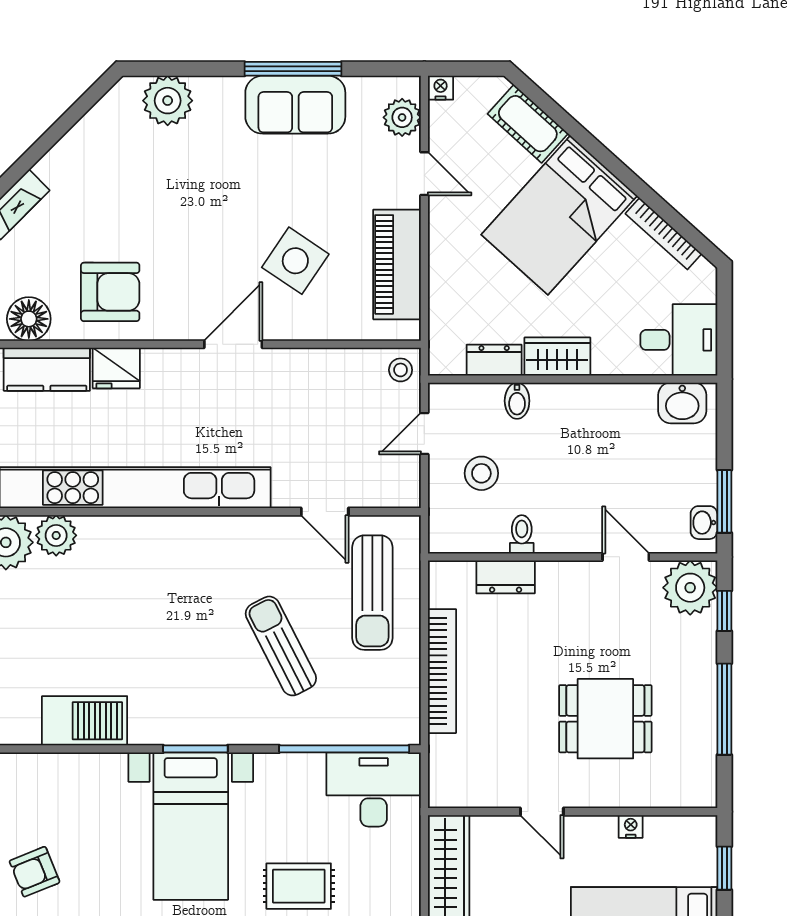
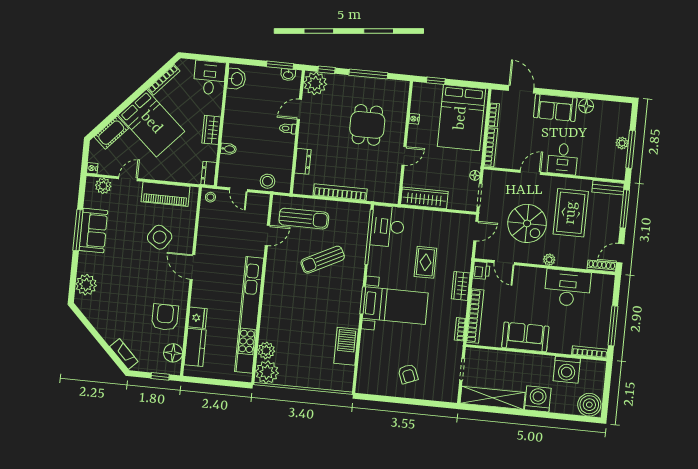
dresser: (494, 360) -> (209, 173), moved
stool: (481, 473) -> (267, 181), moved
toilet: (522, 534) -> (288, 129), moved

